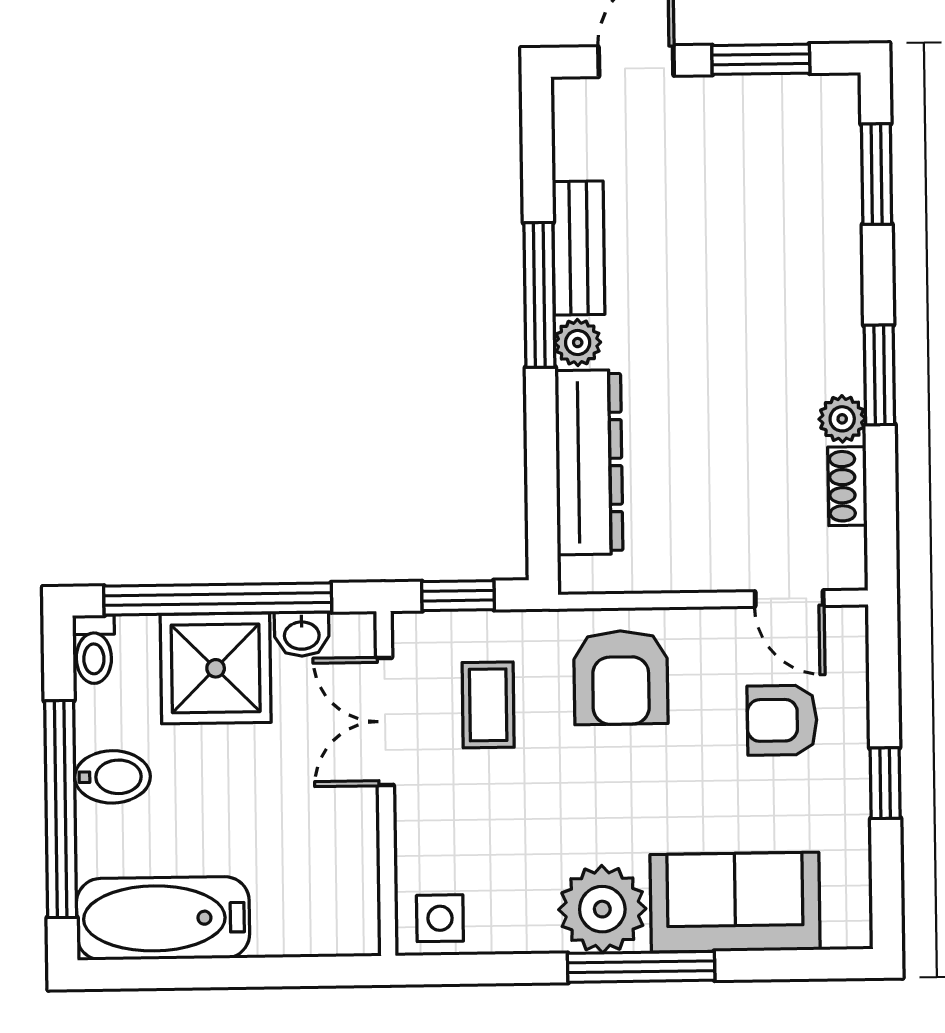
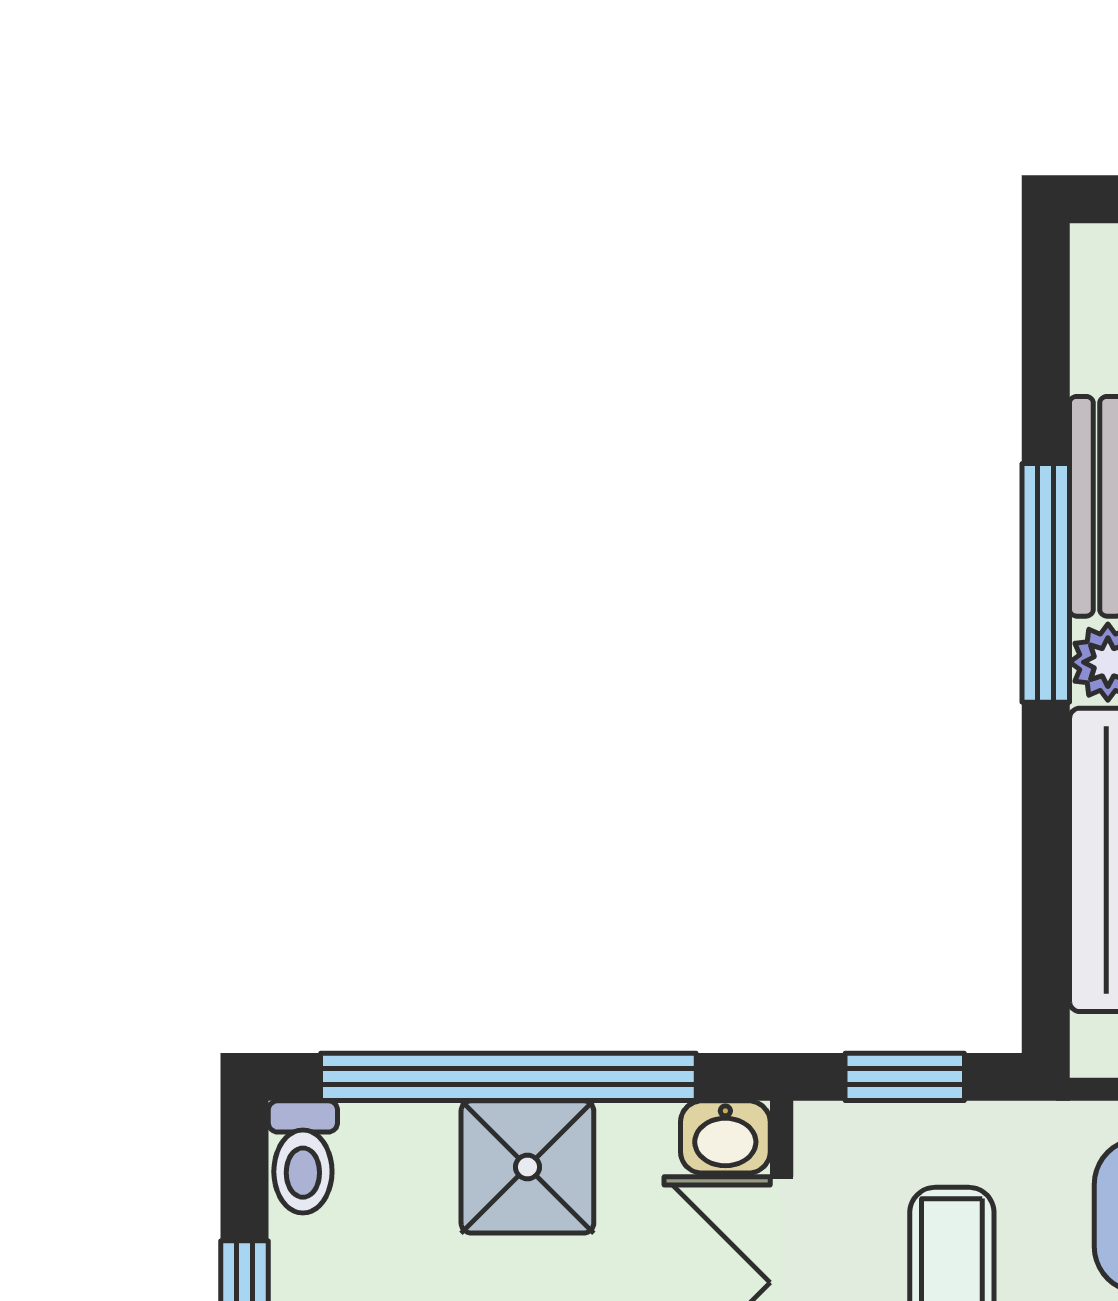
washbasin: (302, 634) -> (725, 1137), moved
shower: (216, 668) -> (527, 1167), width x0.73, depth x0.73

